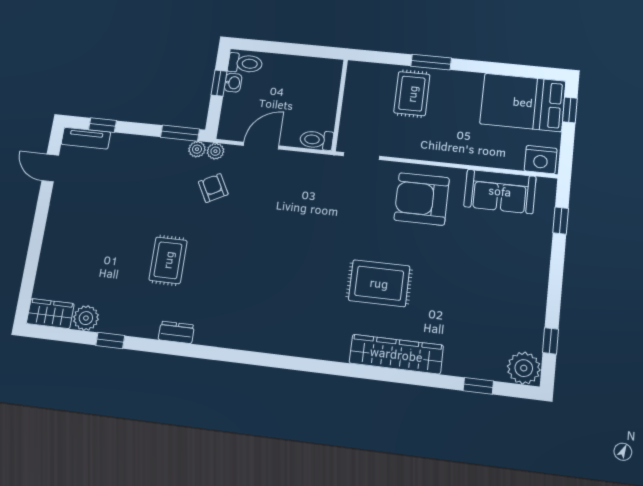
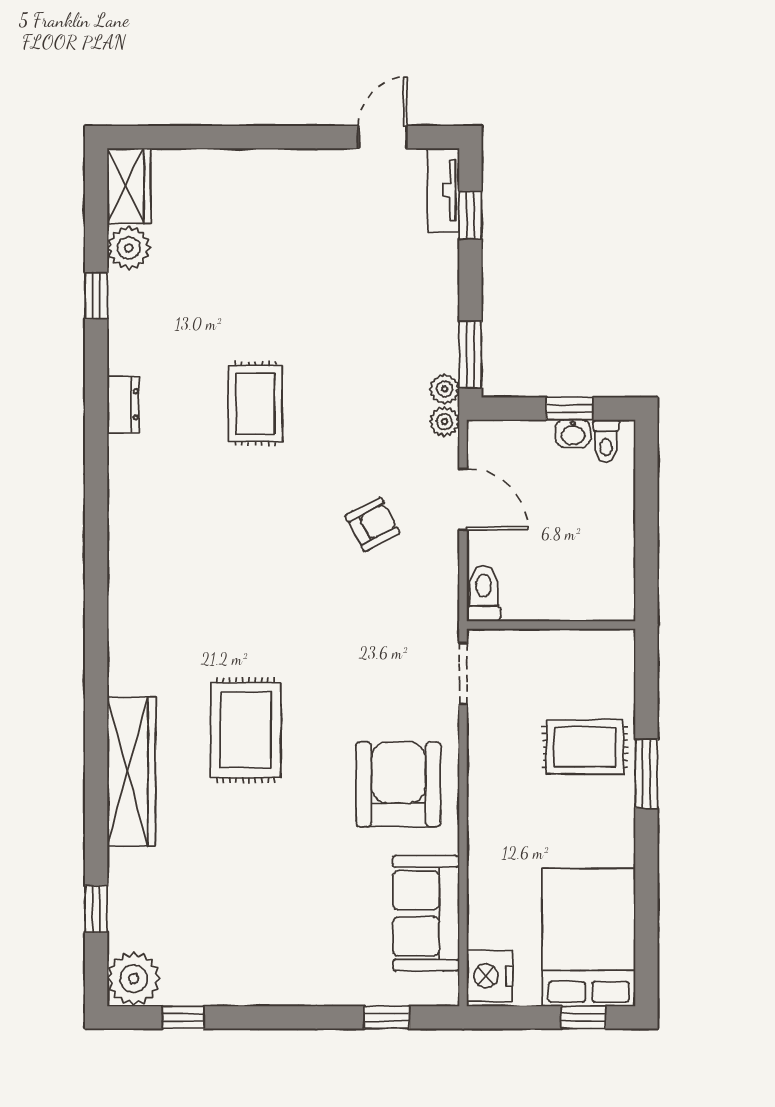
toilet: (245, 63) -> (606, 441), width x0.73, depth x0.72
armchair: (213, 188) -> (373, 524), moved
rug: (168, 260) -> (255, 404), moved, turned 90

